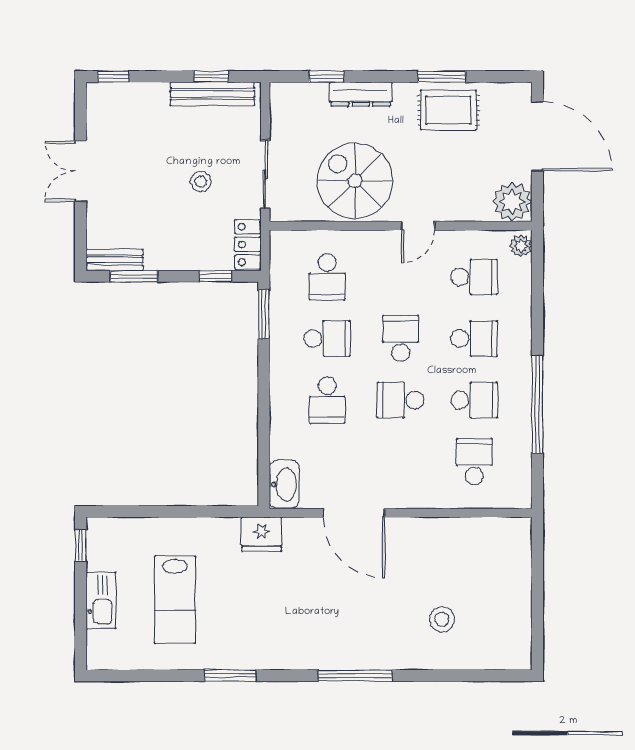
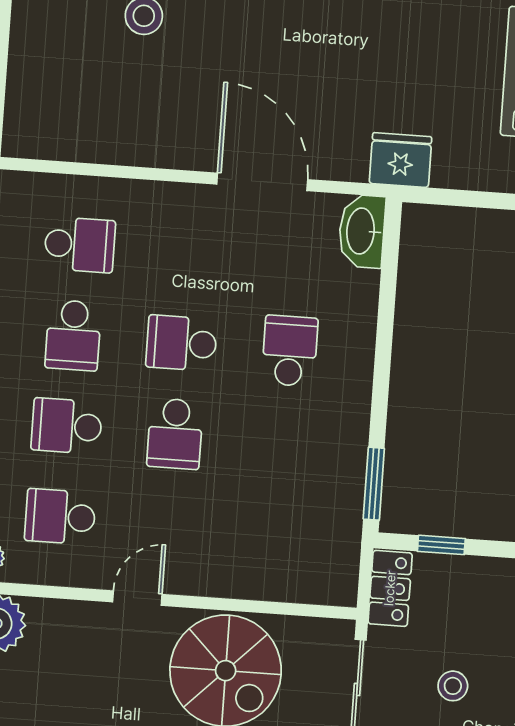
school desk: (327, 277) -> (277, 532), removed
school desk: (327, 338) -> (283, 442), removed
school desk: (401, 400) -> (181, 343), turned 180
school desk: (474, 400) -> (73, 335), turned -90
school desk: (474, 462) -> (80, 245), turned -90

